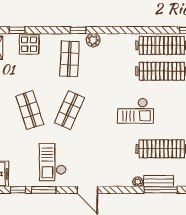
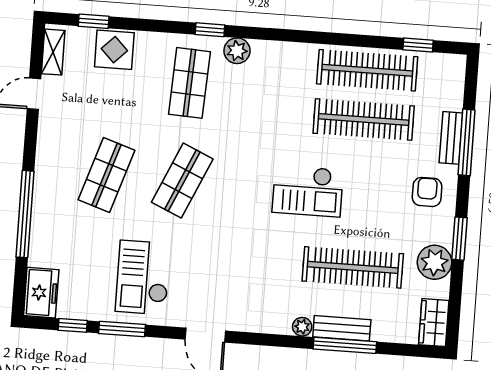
shop shelf: (30, 110) -> (106, 175), turned 36

